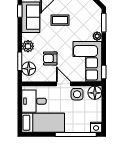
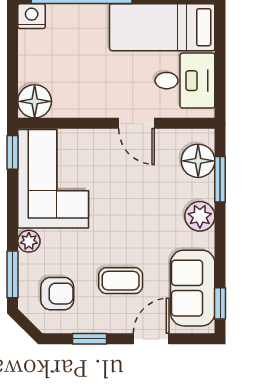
armchair: (50, 58) -> (57, 294), moved
door: (64, 84) -> (136, 123), moved
side table: (77, 94) -> (78, 98), removed

